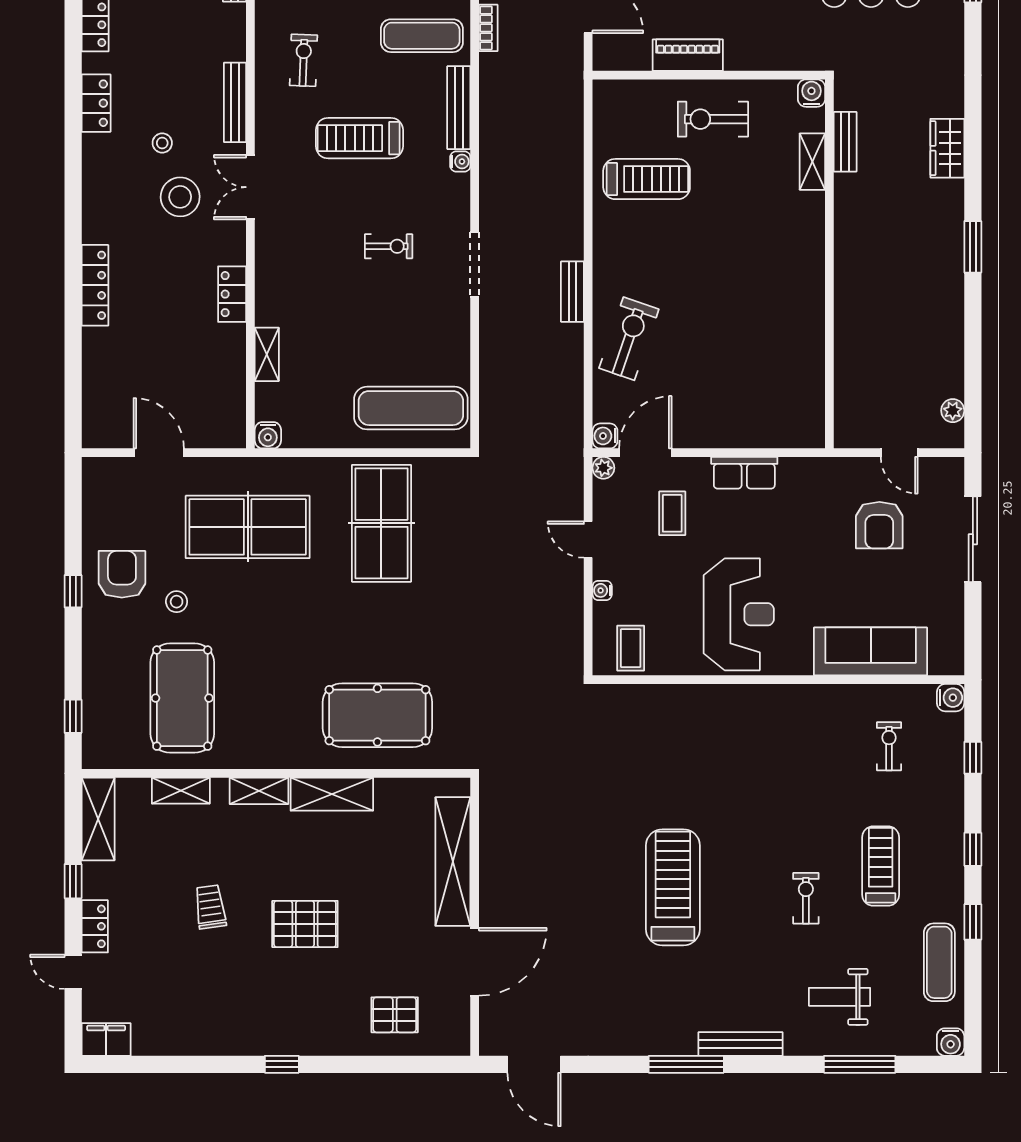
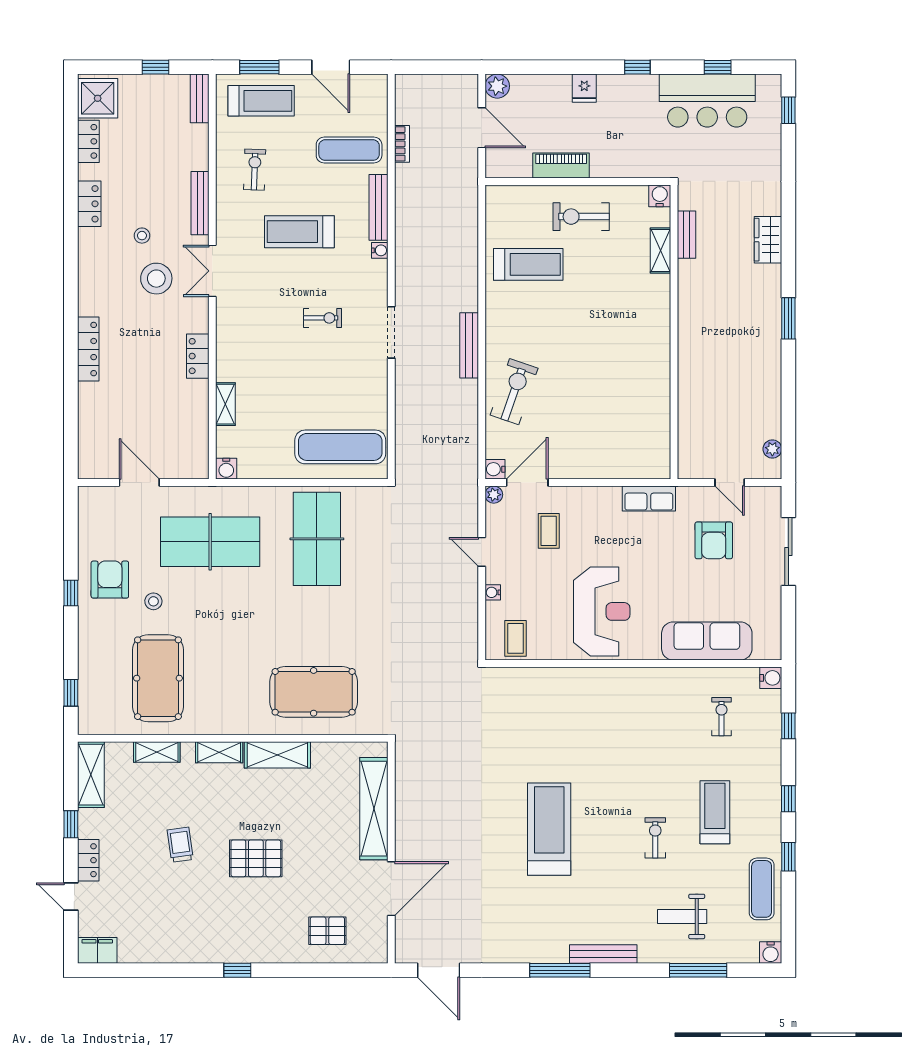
bench: (572, 292) -> (469, 345), width x1.36
row of seats: (744, 473) -> (649, 499), moved

